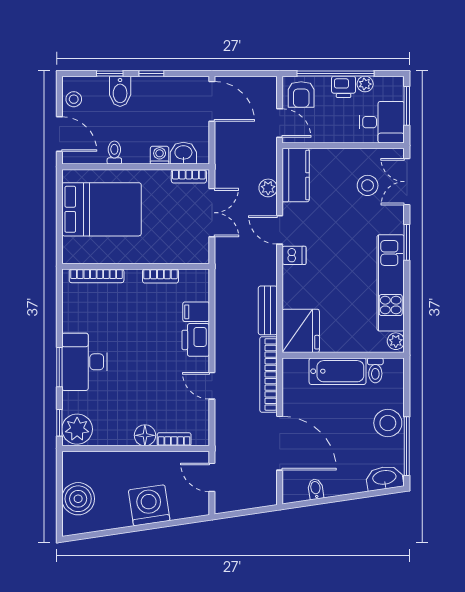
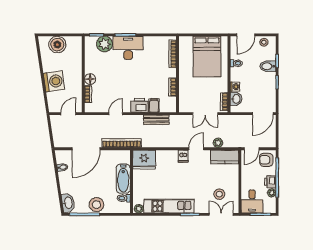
bench: (268, 310) -> (156, 120), moved
plant: (77, 429) -> (105, 44), moved

